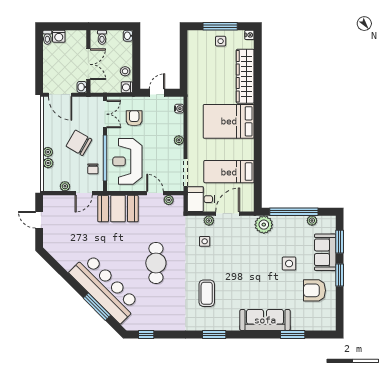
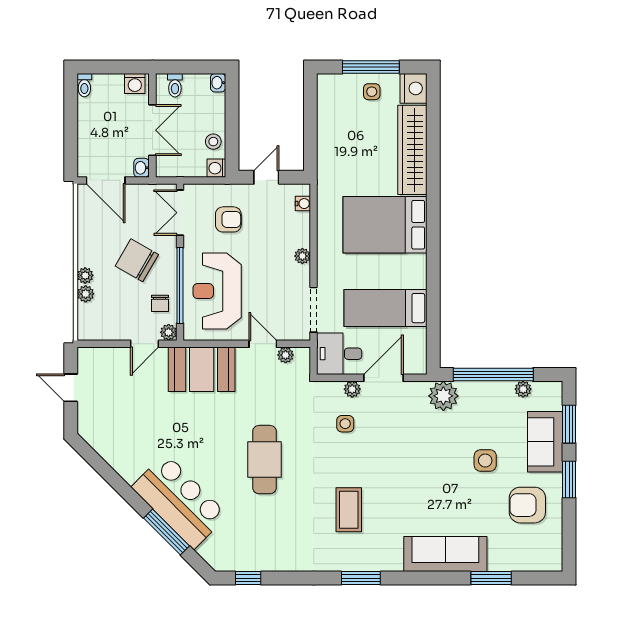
nightstand: (249, 35) -> (414, 88), width x1.89, depth x1.79
washing machine: (59, 36) -> (135, 83), moved
double door: (105, 114) -> (180, 213), swing flipped
armchair: (134, 118) -> (228, 219), turned 90
plant: (65, 186) -> (169, 332), moved
bar counter: (105, 288) -> (180, 501), width x0.73

